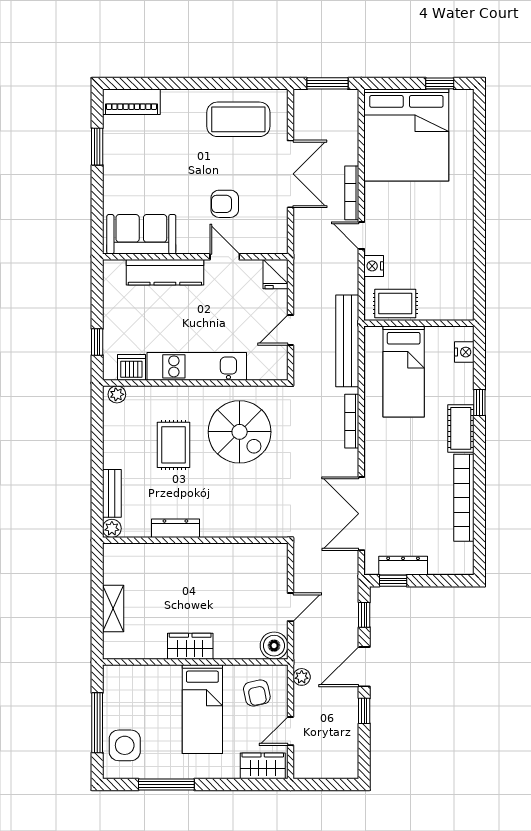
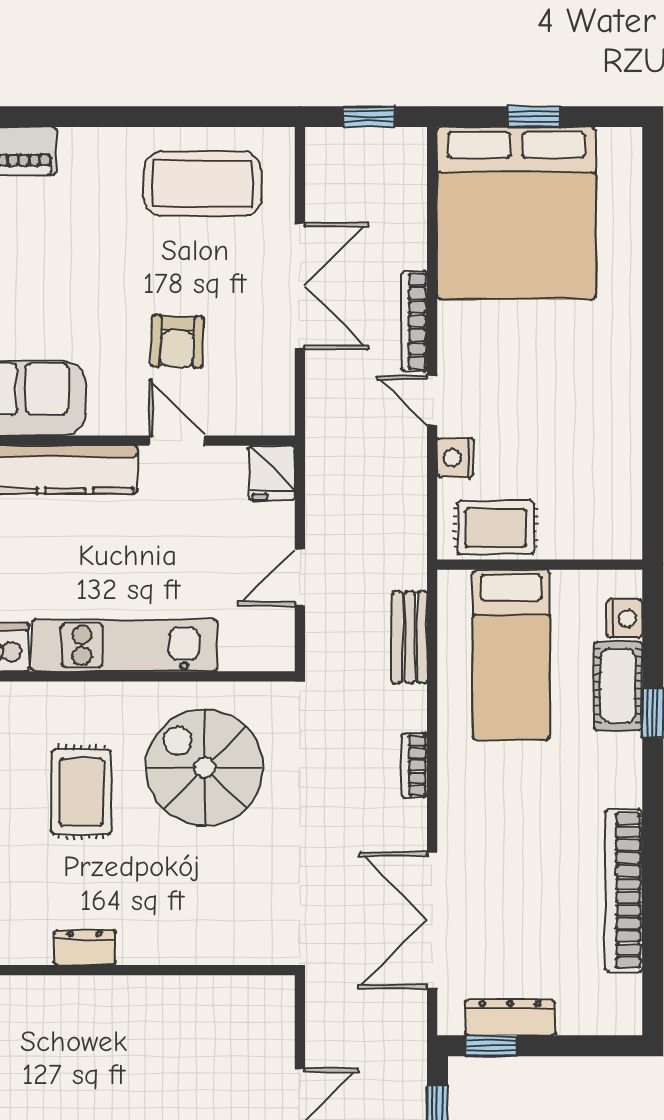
window: (328, 83) -> (369, 117), width x0.67
window: (440, 83) -> (534, 117), moved
armchair: (225, 204) -> (177, 342), turned -88
bench: (347, 341) -> (410, 637), width x0.54, depth x0.82
bookcase: (352, 421) -> (414, 765), width x0.64
cot: (461, 428) -> (618, 686), moved
spiral stairs: (240, 432) -> (205, 768), turned 180
dresser: (175, 528) -> (85, 948), width x0.70

